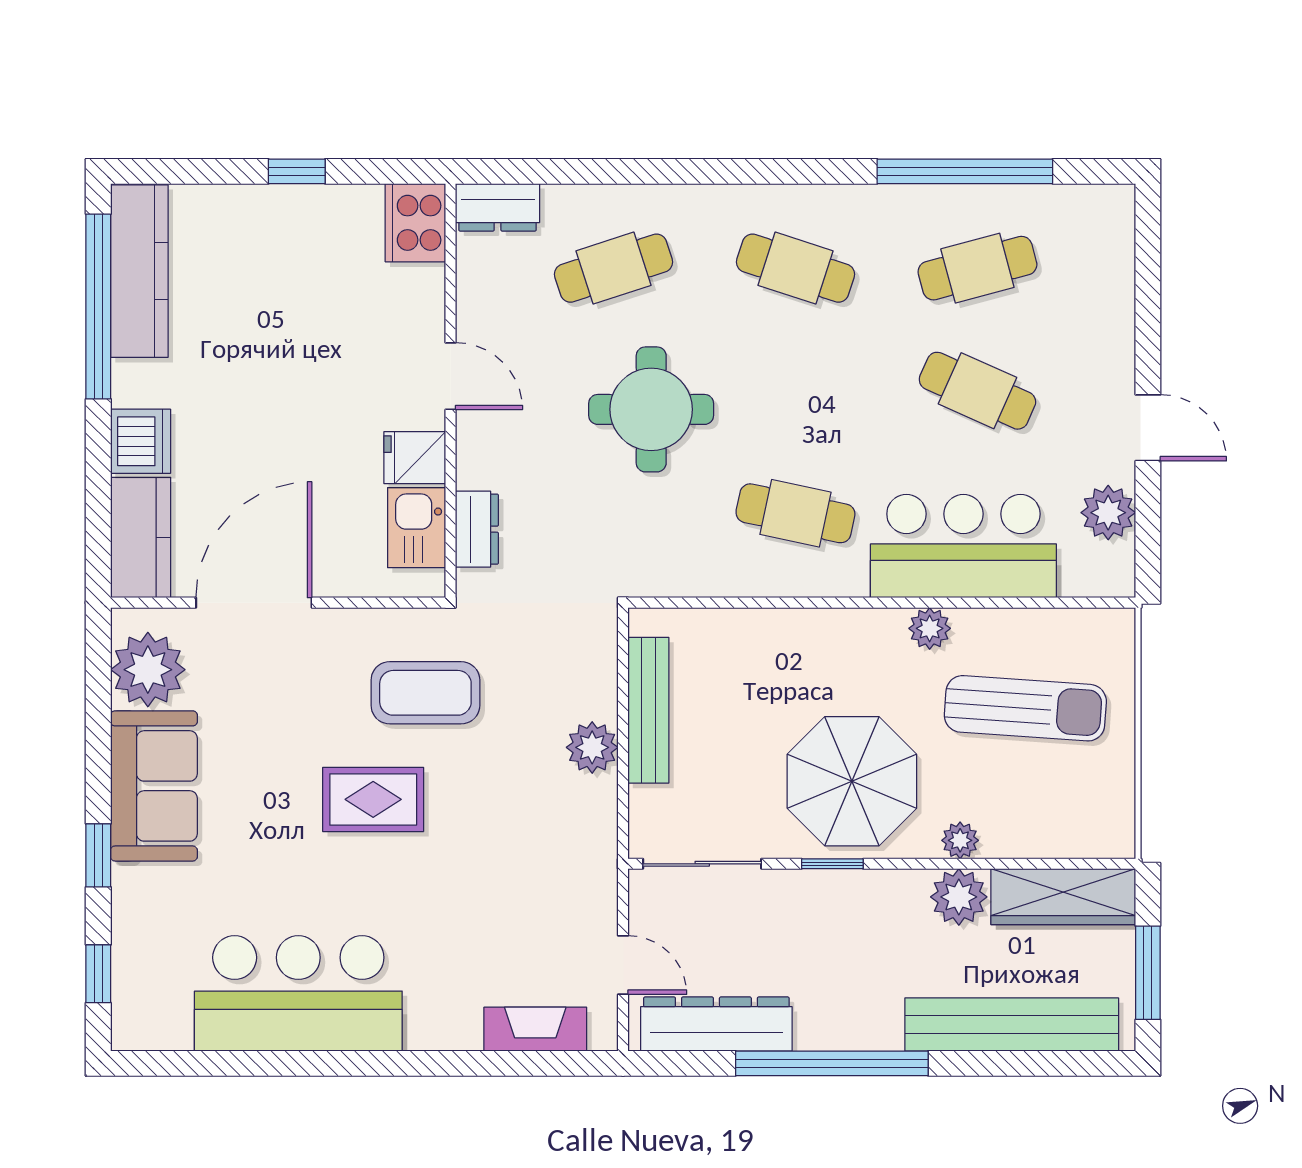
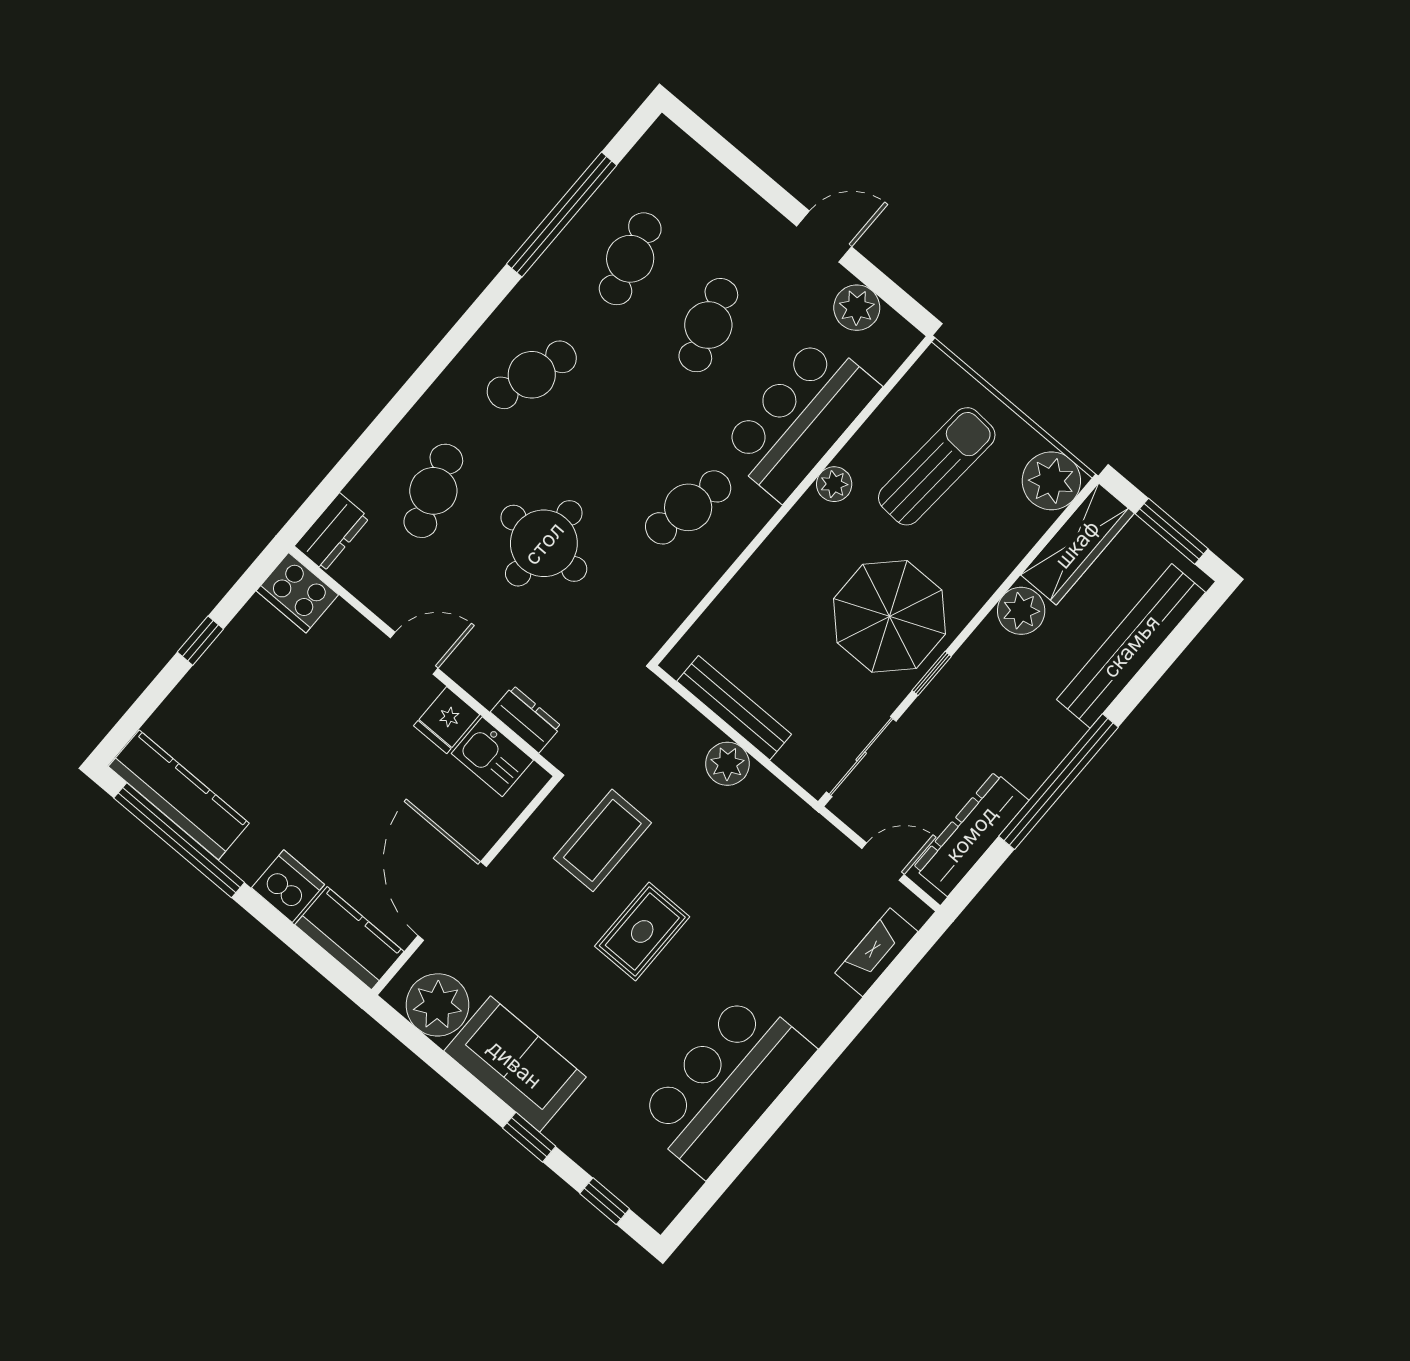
cafe table: (977, 391) -> (708, 325), turned -42
plant: (960, 840) -> (1051, 481), moved, width x1.88, depth x1.88

